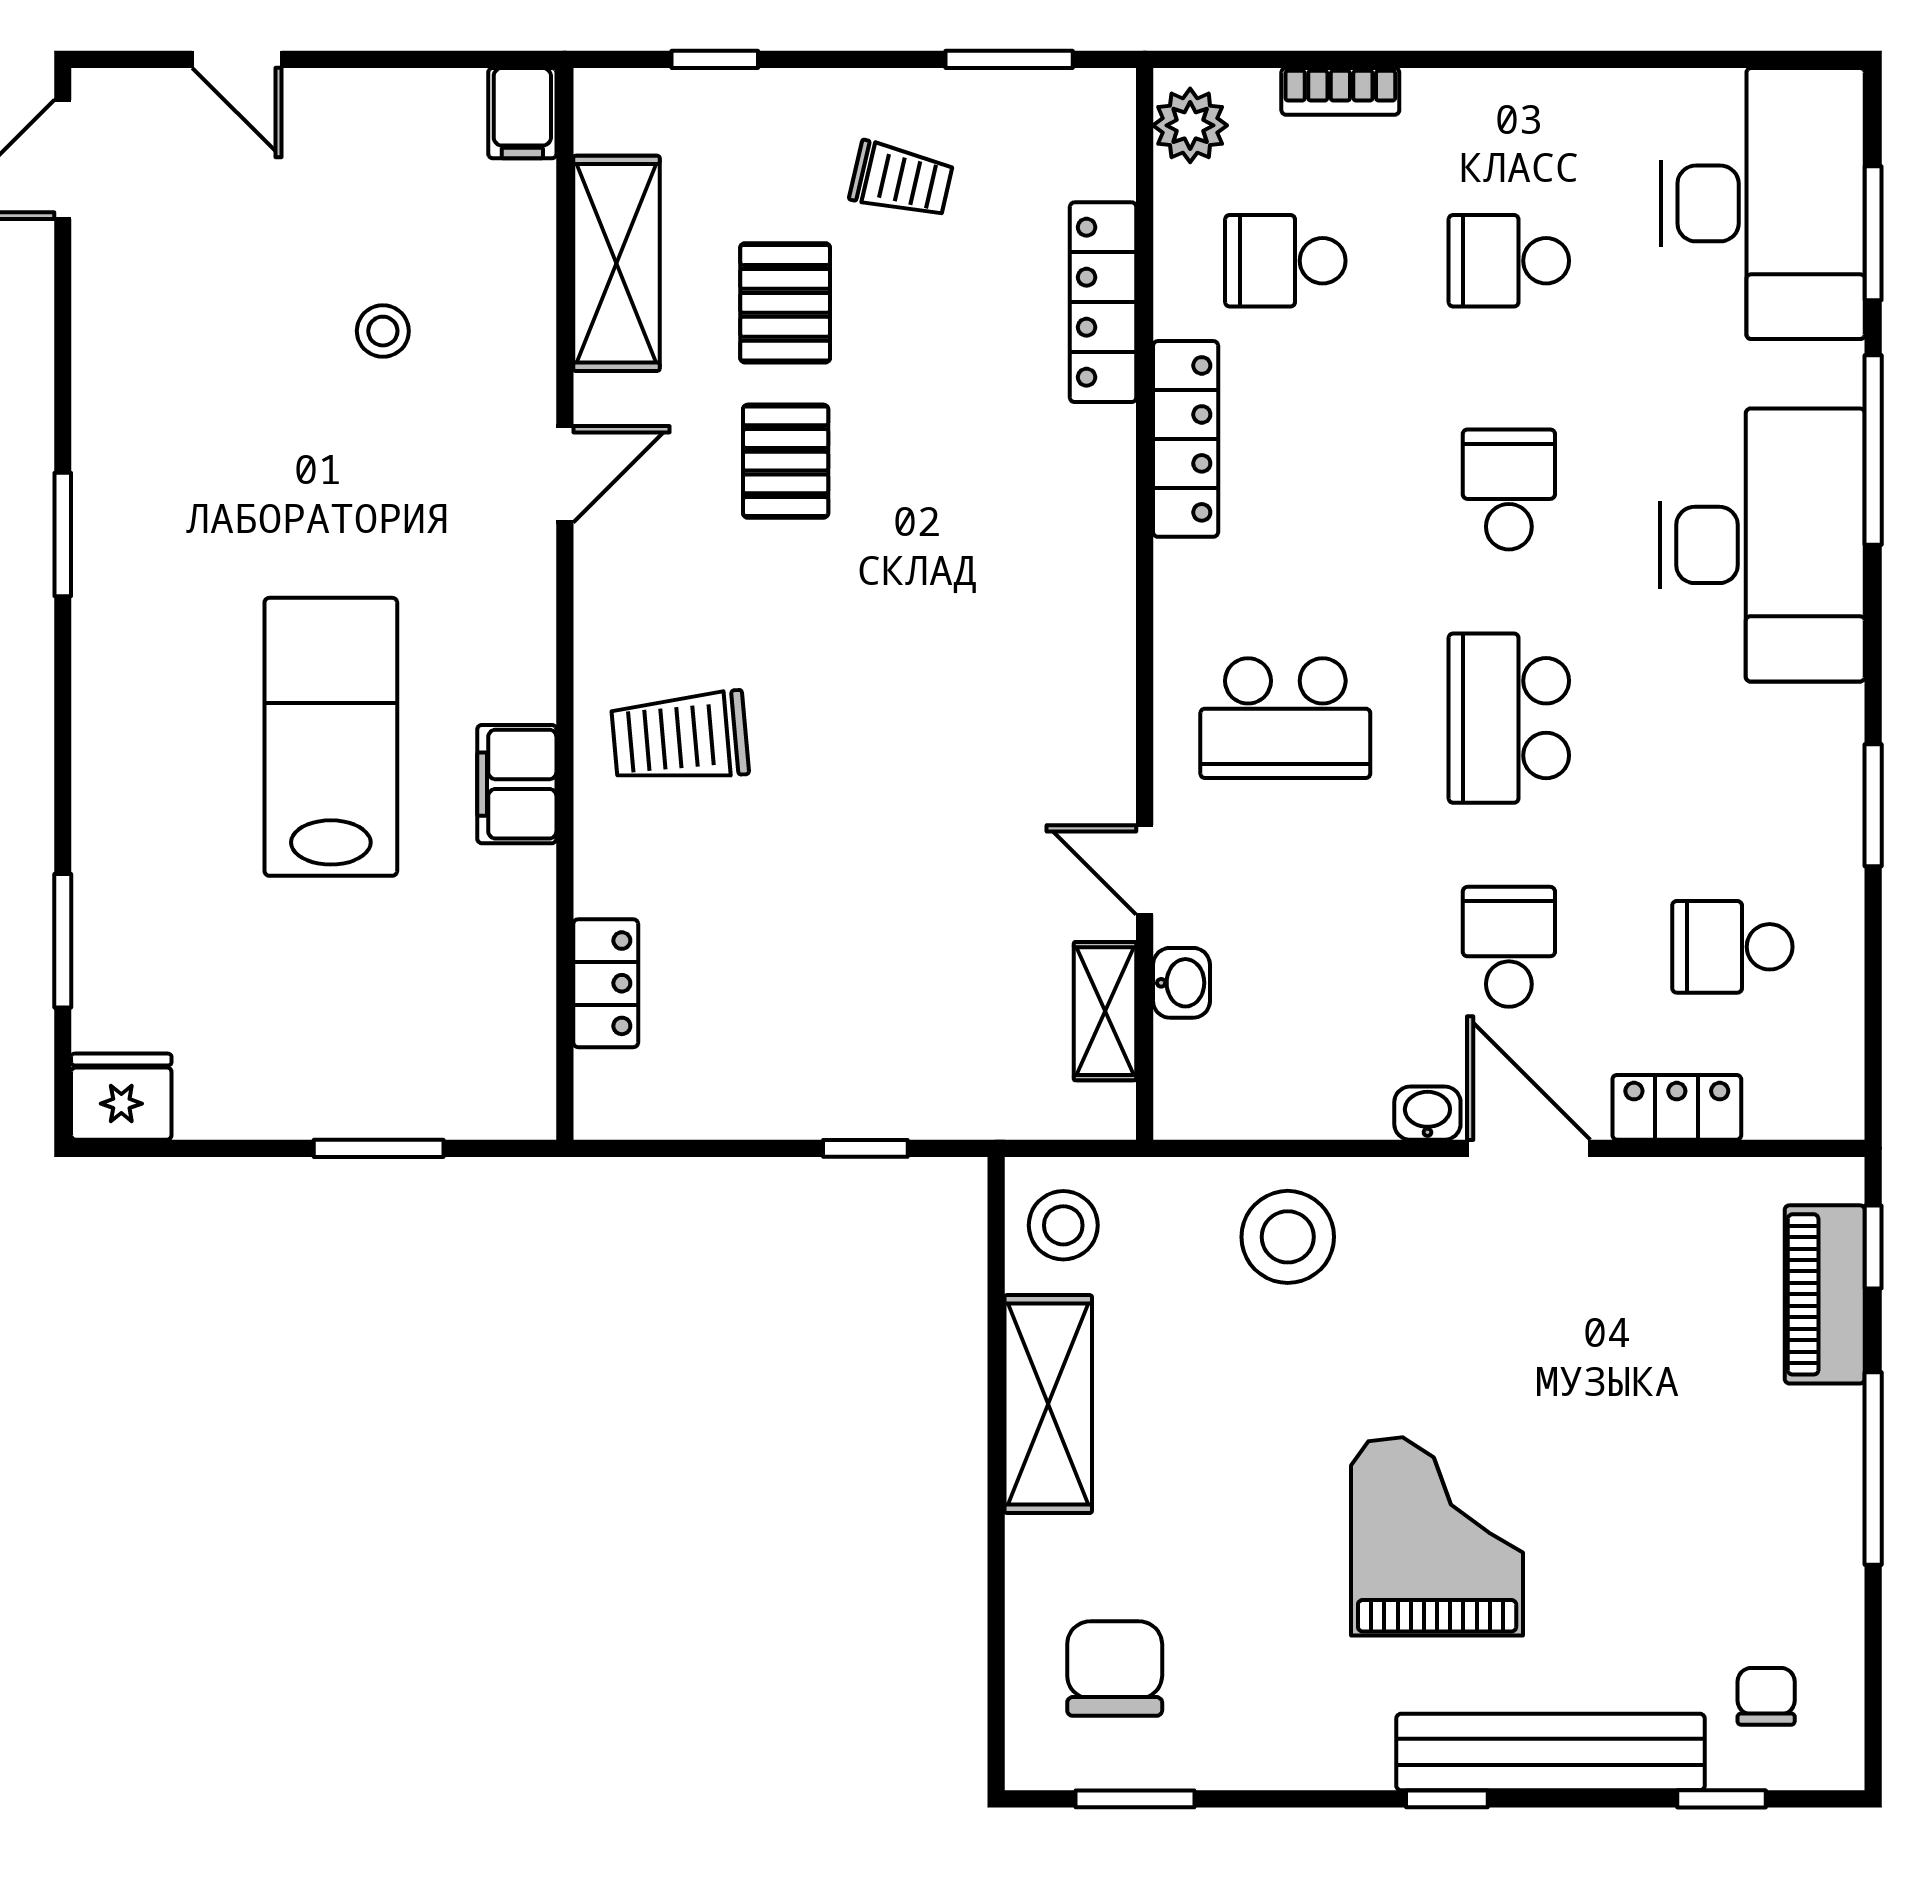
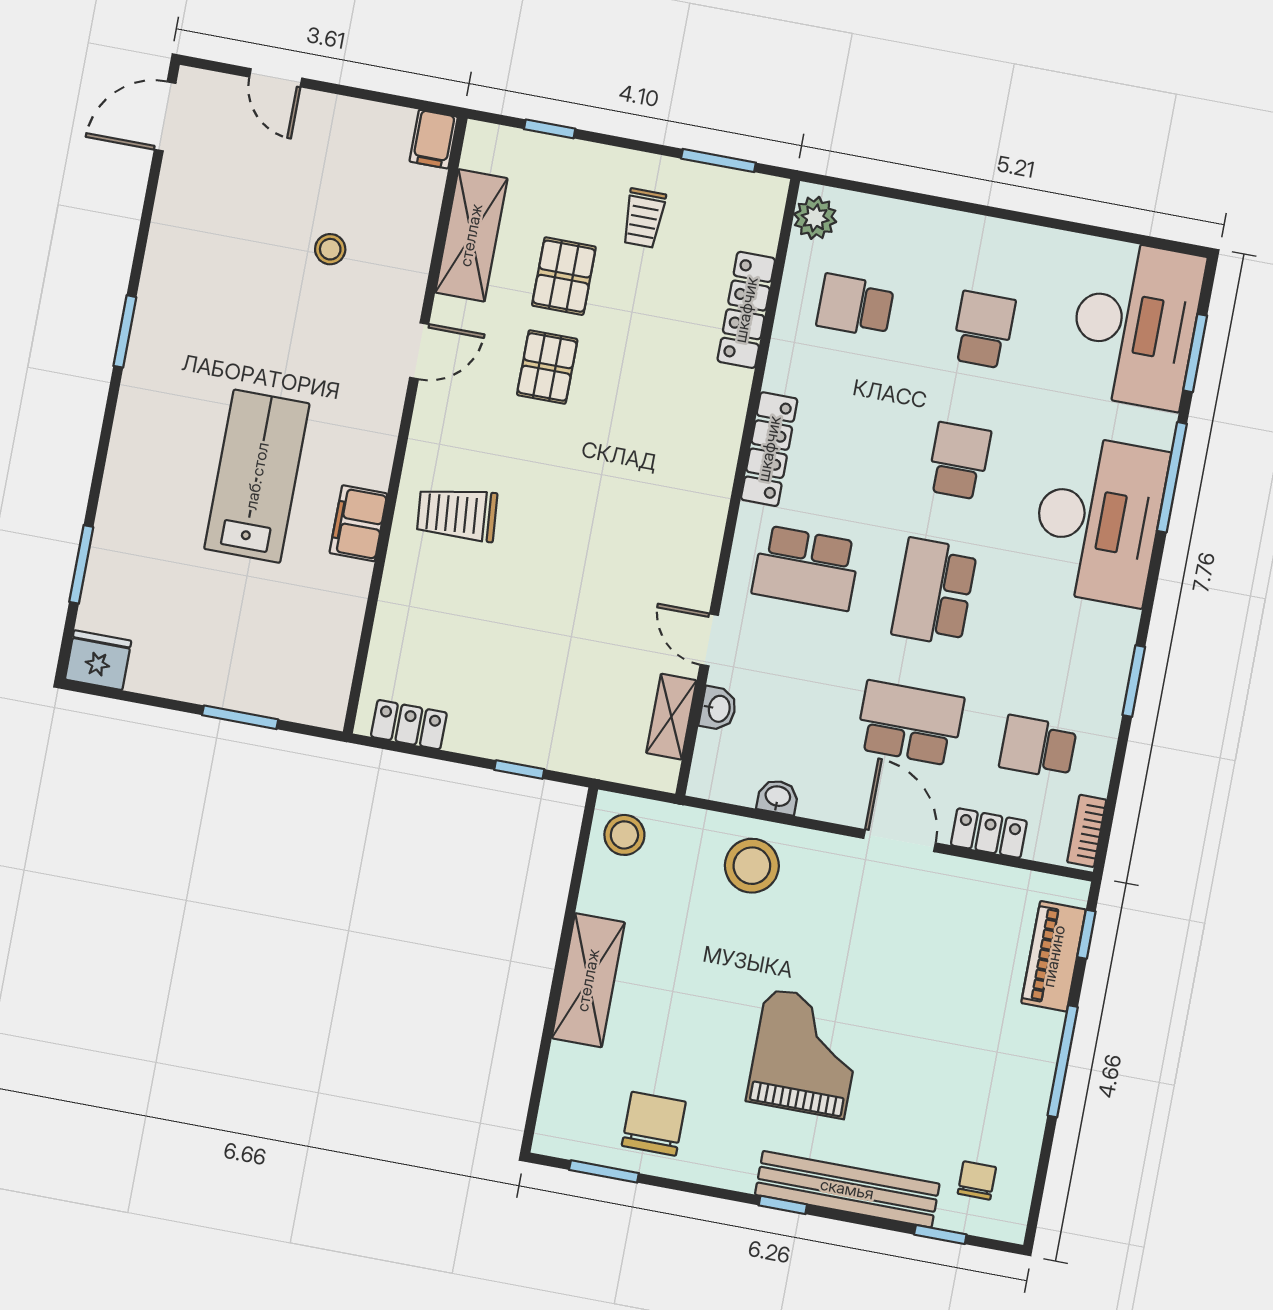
bookcase: (1340, 91) -> (1087, 831), moved, turned 90
trolley: (901, 180) -> (644, 218), turned 77
school desk: (1509, 261) -> (983, 330), turned 90
locker: (1186, 439) -> (769, 449), moved
school desk: (1509, 947) -> (910, 723), width x1.85
locker: (606, 983) -> (409, 725), moved, turned -90
washbasin: (1427, 1113) -> (778, 797), moved
shelving: (1048, 1404) -> (588, 980), moved
chair: (1115, 1669) -> (654, 1124), moved

